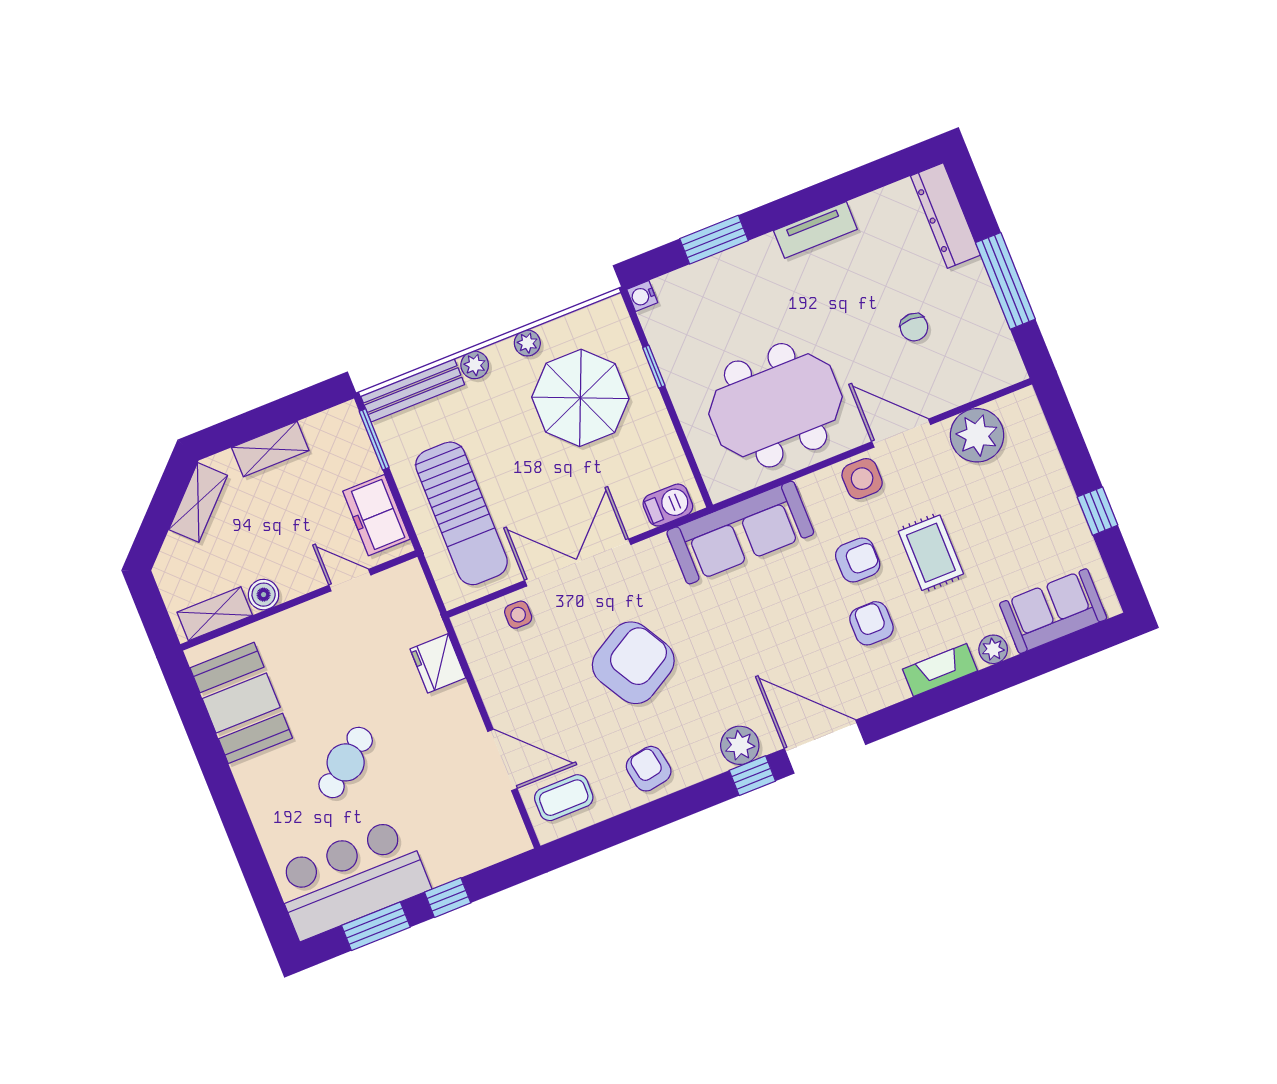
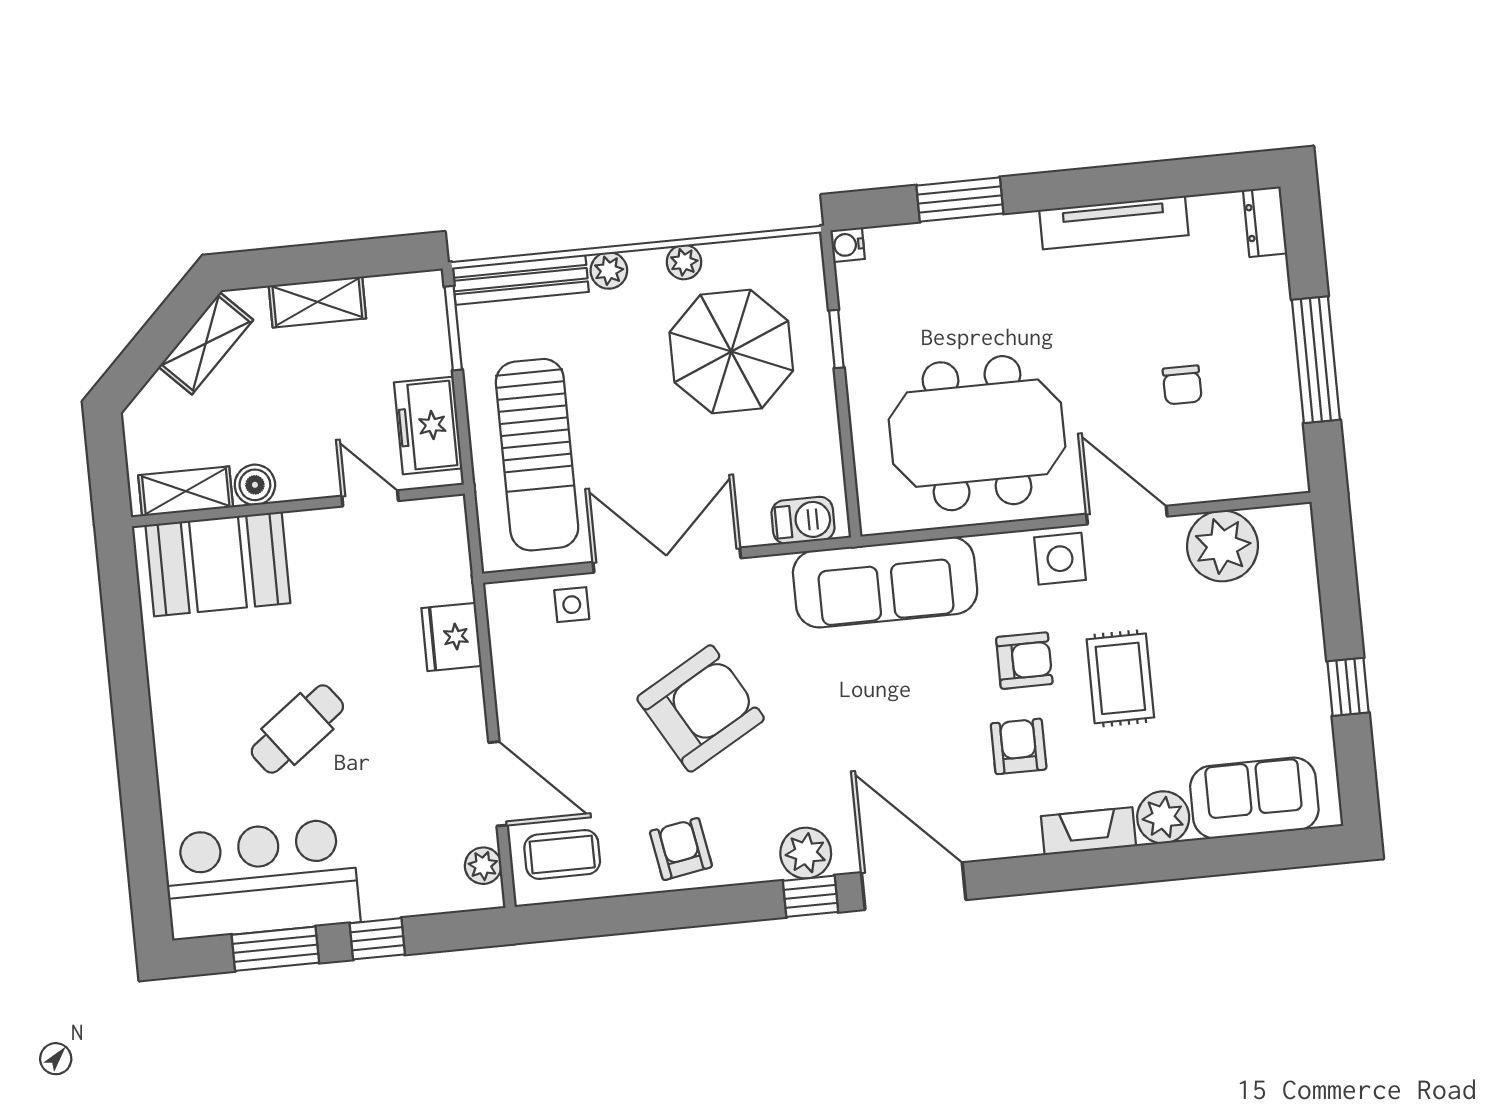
dresser: (945, 216) -> (1265, 222), width x0.51, depth x0.80
tv unit: (815, 230) -> (1114, 223), width x1.41
plant: (993, 649) -> (1163, 817), width x1.38, depth x1.38
booth: (241, 703) -> (218, 564), moved, turned 90
plant: (509, 822) -> (483, 866), added

